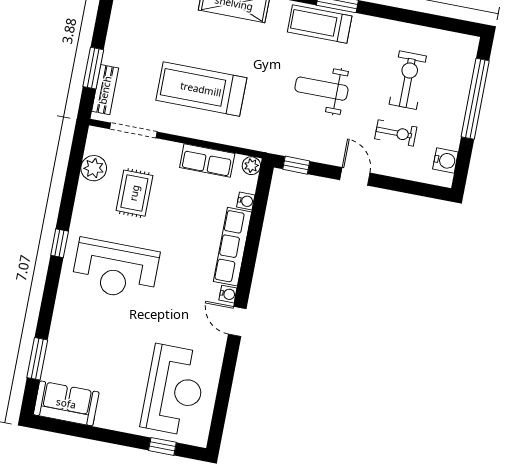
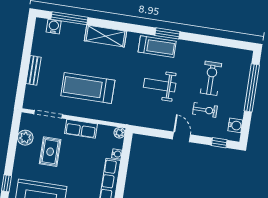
treadmill: (320, 24) -> (157, 47), turned 180
window: (93, 68) -> (23, 78), removed
bench: (105, 90) -> (33, 70), moved
row of seats: (207, 161) -> (81, 129), moved
window: (296, 165) -> (219, 143), moved

